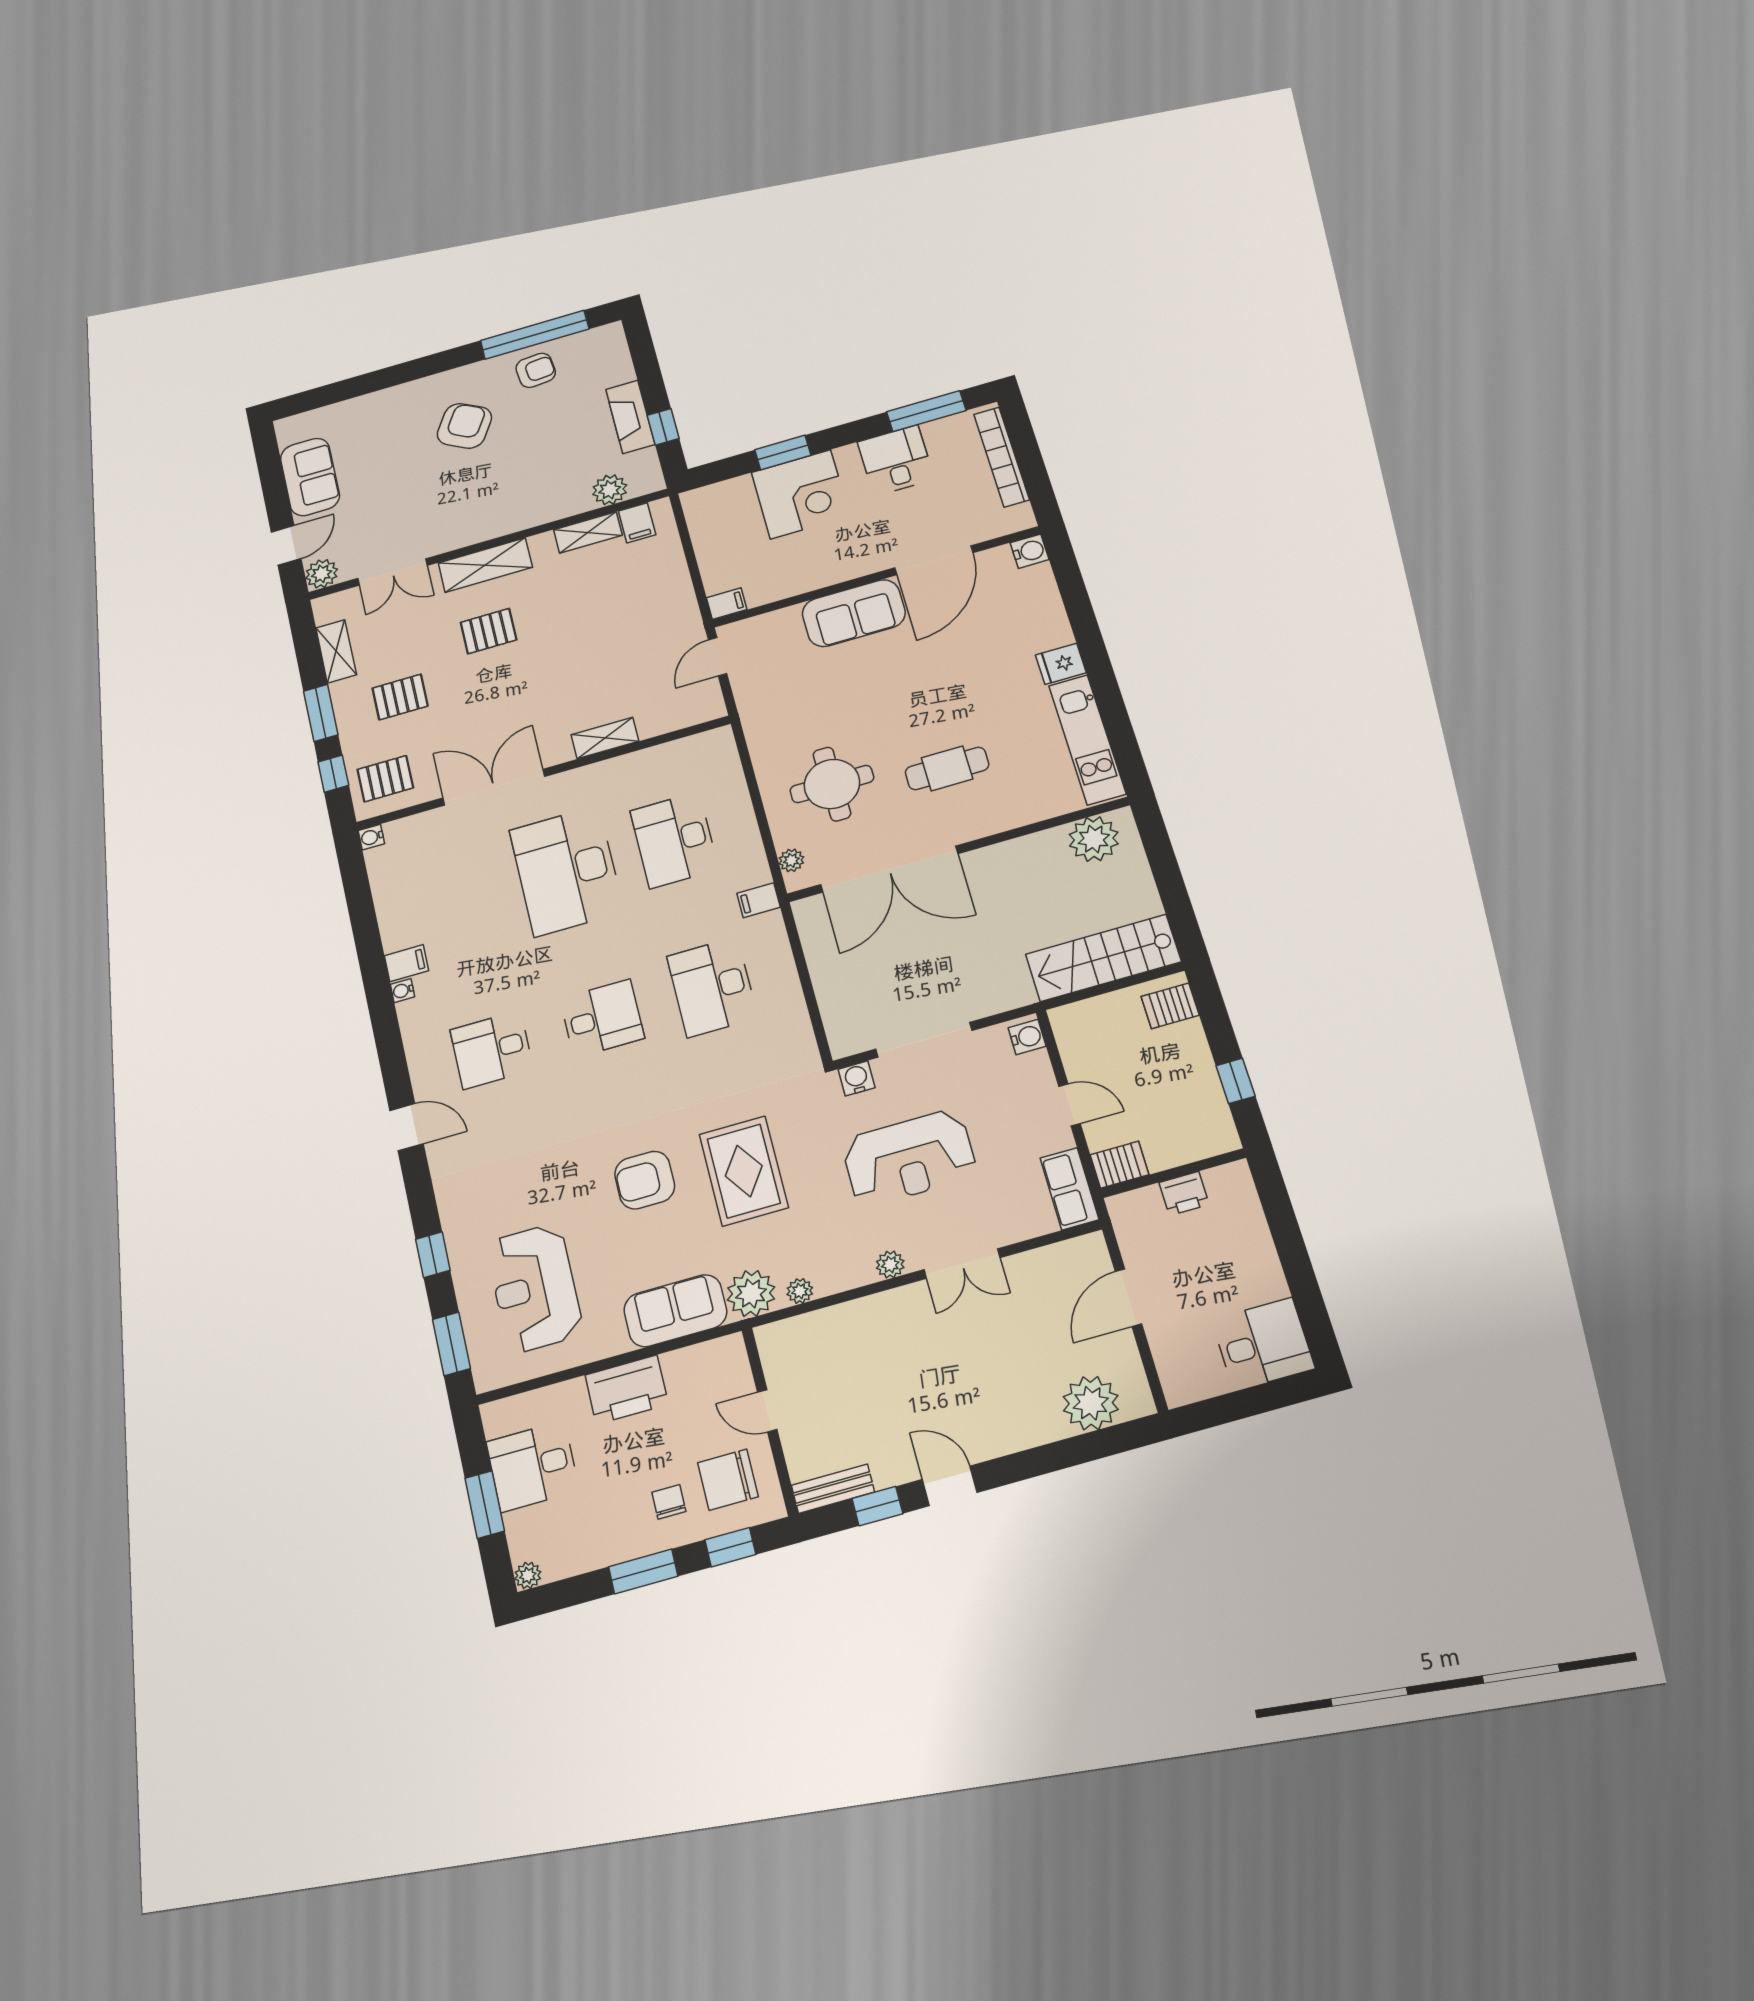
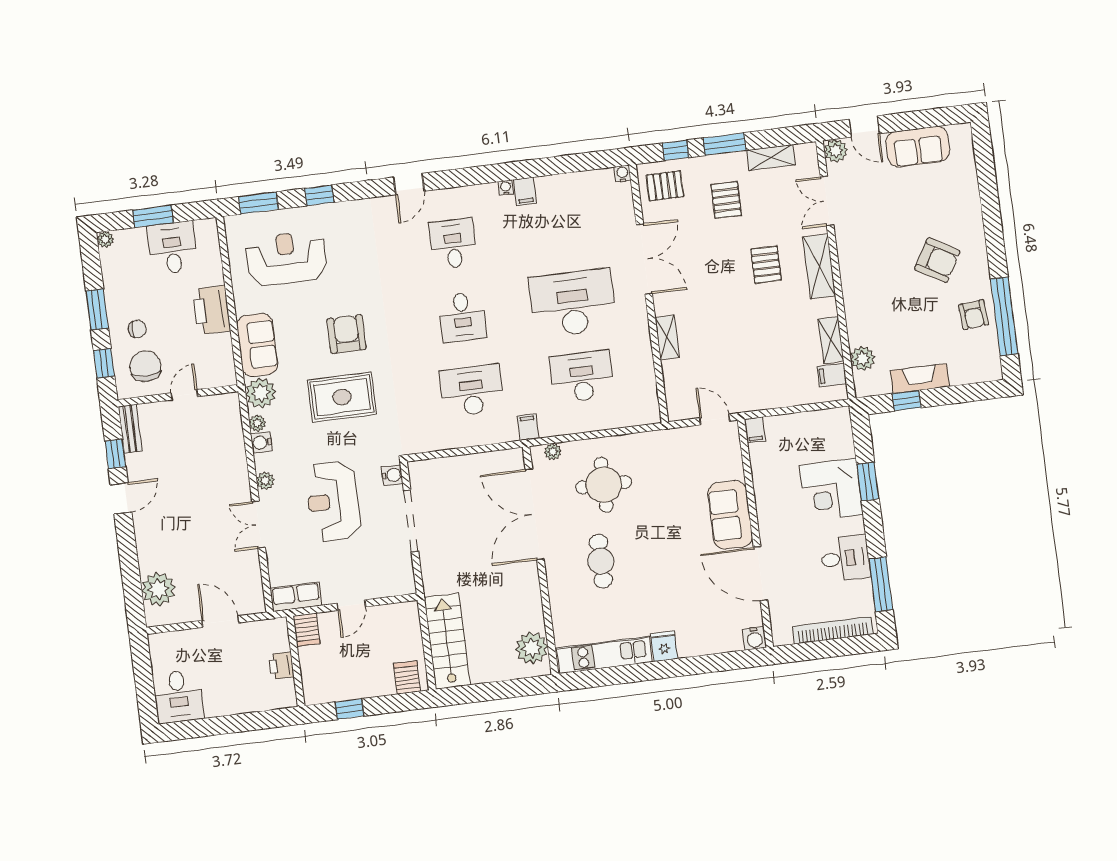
pallet: (385, 779) -> (665, 186), turned 90
water cooler: (1027, 1037) -> (261, 443), moved, turned 90

